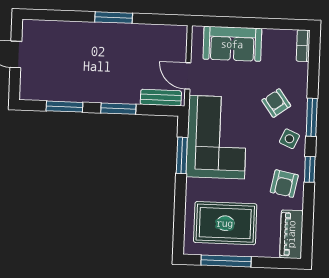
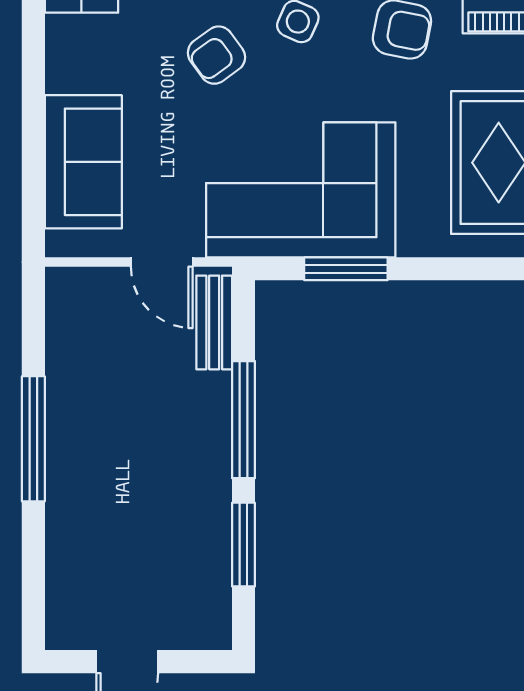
window: (114, 18) -> (33, 439), width x1.44
door: (188, 76) -> (162, 262), hinge flipped
window: (118, 109) -> (243, 420), width x1.44

